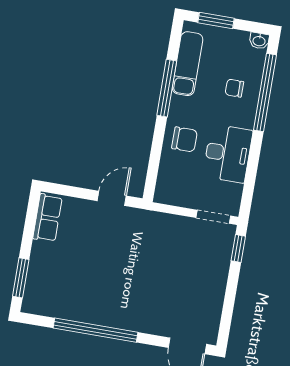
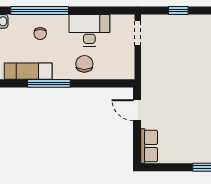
row of seats: (48, 218) -> (149, 146), moved, turned 90
window: (238, 248) -> (178, 10), moved

